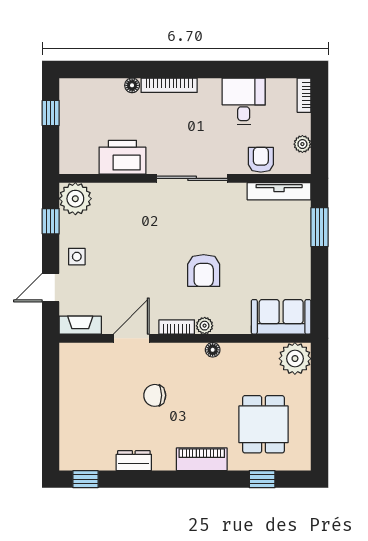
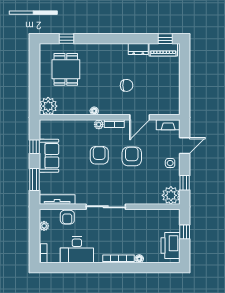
desk: (244, 101) -> (77, 250), width x1.37
window: (51, 113) -> (185, 232), moved
printer: (122, 157) -> (171, 246), moved, turned 90
armchair: (145, 269) -> (132, 156), added
window: (319, 286) -> (35, 147), added
sofa: (281, 317) -> (49, 156), moved, turned -90
piano: (202, 459) -> (163, 50), moved

